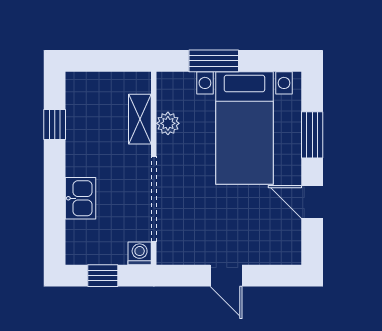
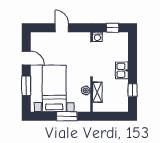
kitchen sink: (80, 198) -> (122, 70), moved

